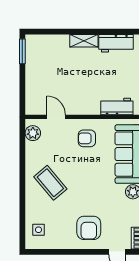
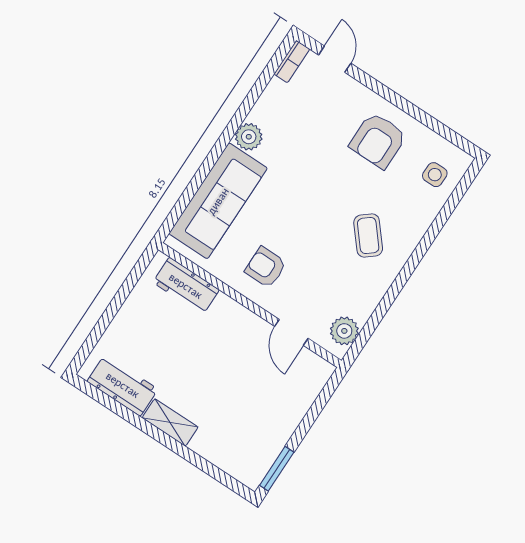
armchair: (87, 138) -> (266, 267), turned 180
coffee table: (50, 183) -> (368, 235), width x0.73, depth x0.77
armchair: (89, 228) -> (378, 140), moved, turned 180

